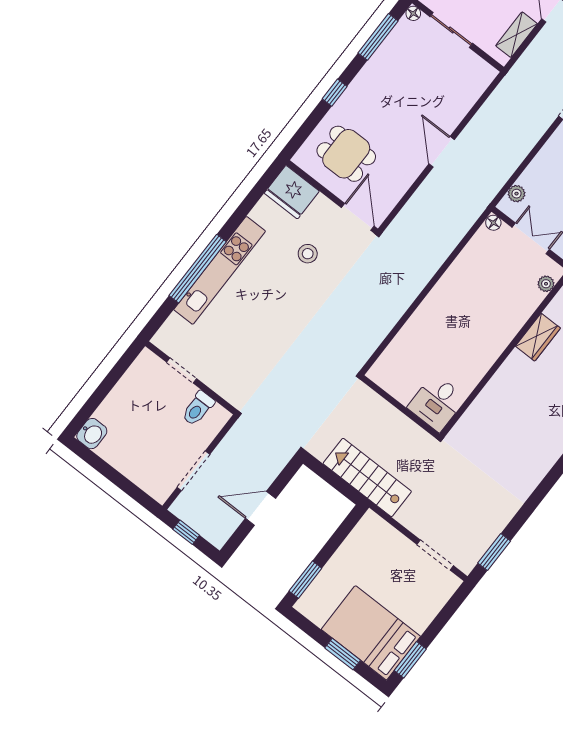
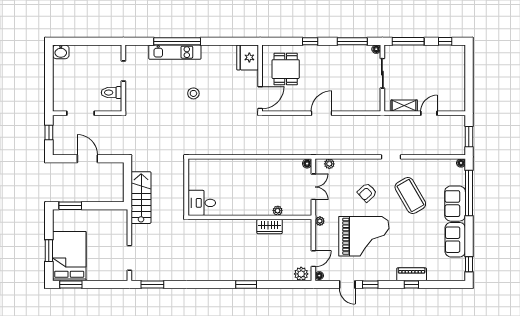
stool: (308, 254) -> (193, 93), moved
kitchen unit: (220, 270) -> (175, 52), width x0.73
plant: (546, 284) -> (278, 211), moved

